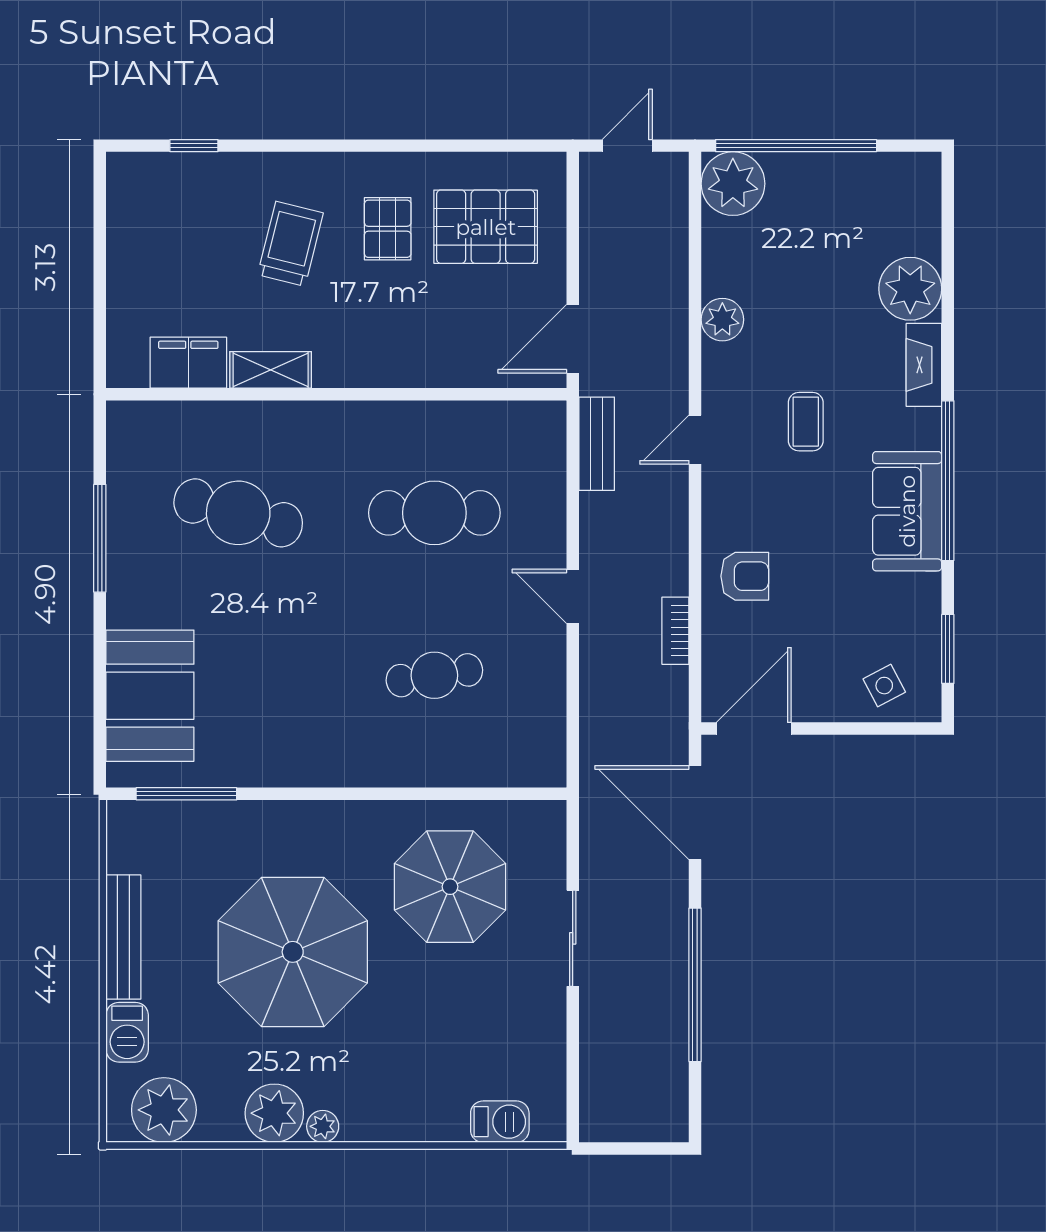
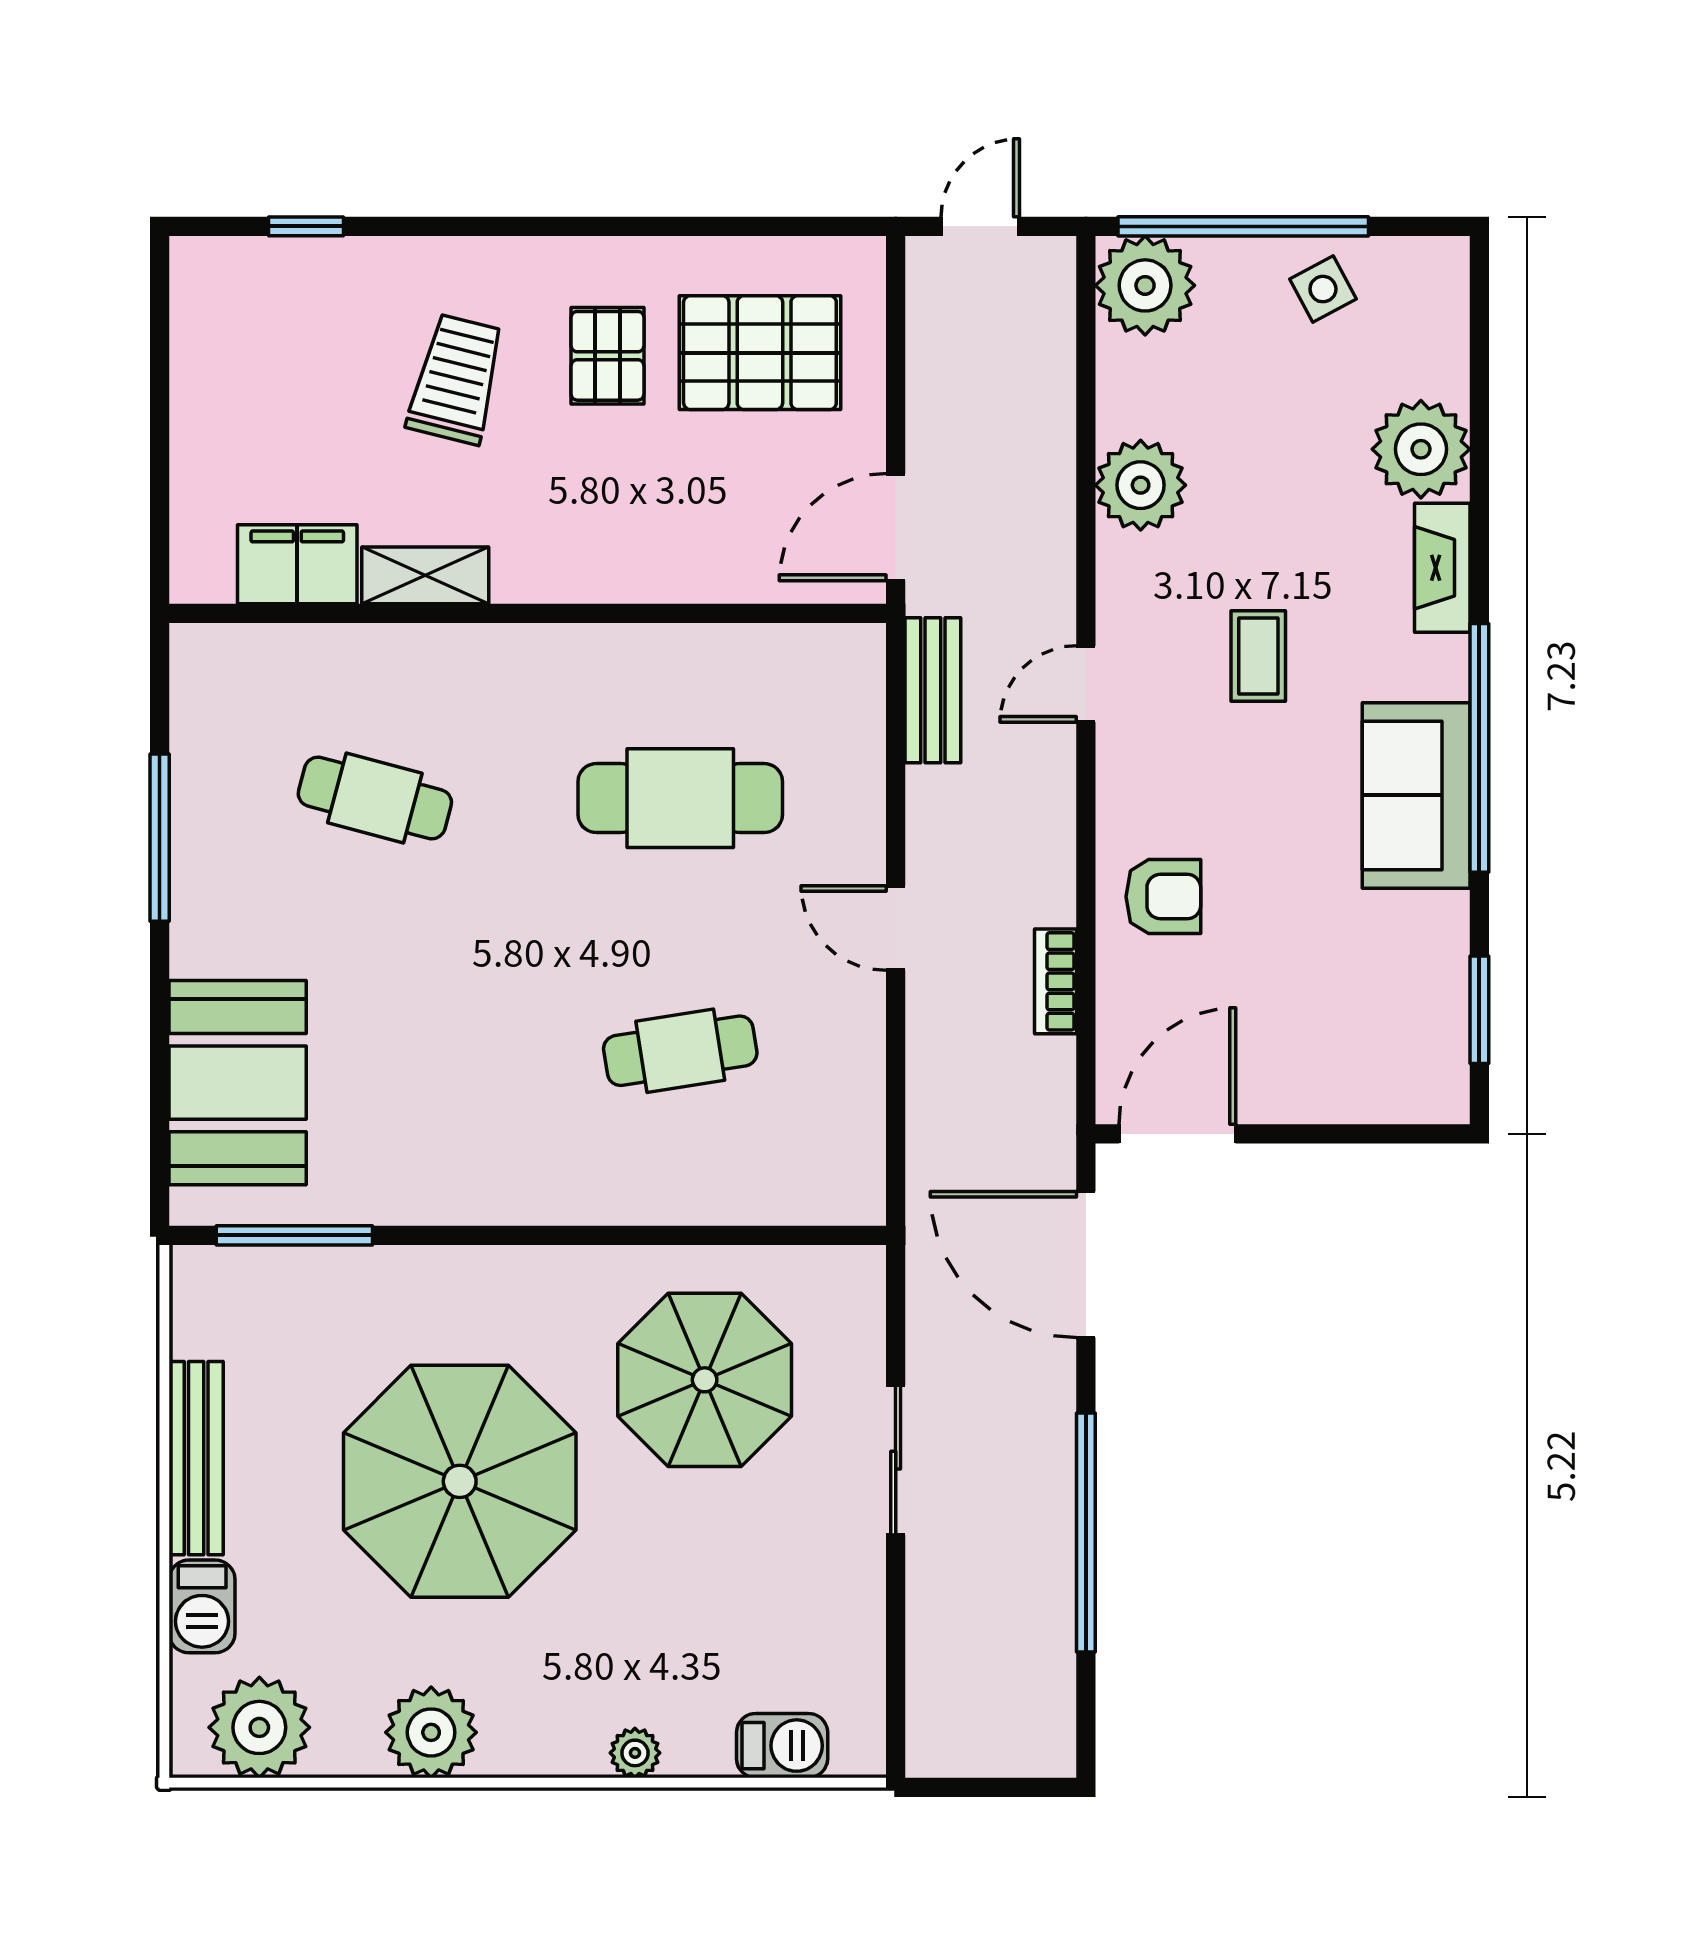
plant: (722, 320) -> (1141, 485), width x1.36, depth x1.36
cafe table: (238, 513) -> (375, 798), width x0.73, depth x0.74
side table: (884, 686) -> (1323, 289), moved
plant: (323, 1126) -> (635, 1753), moved

